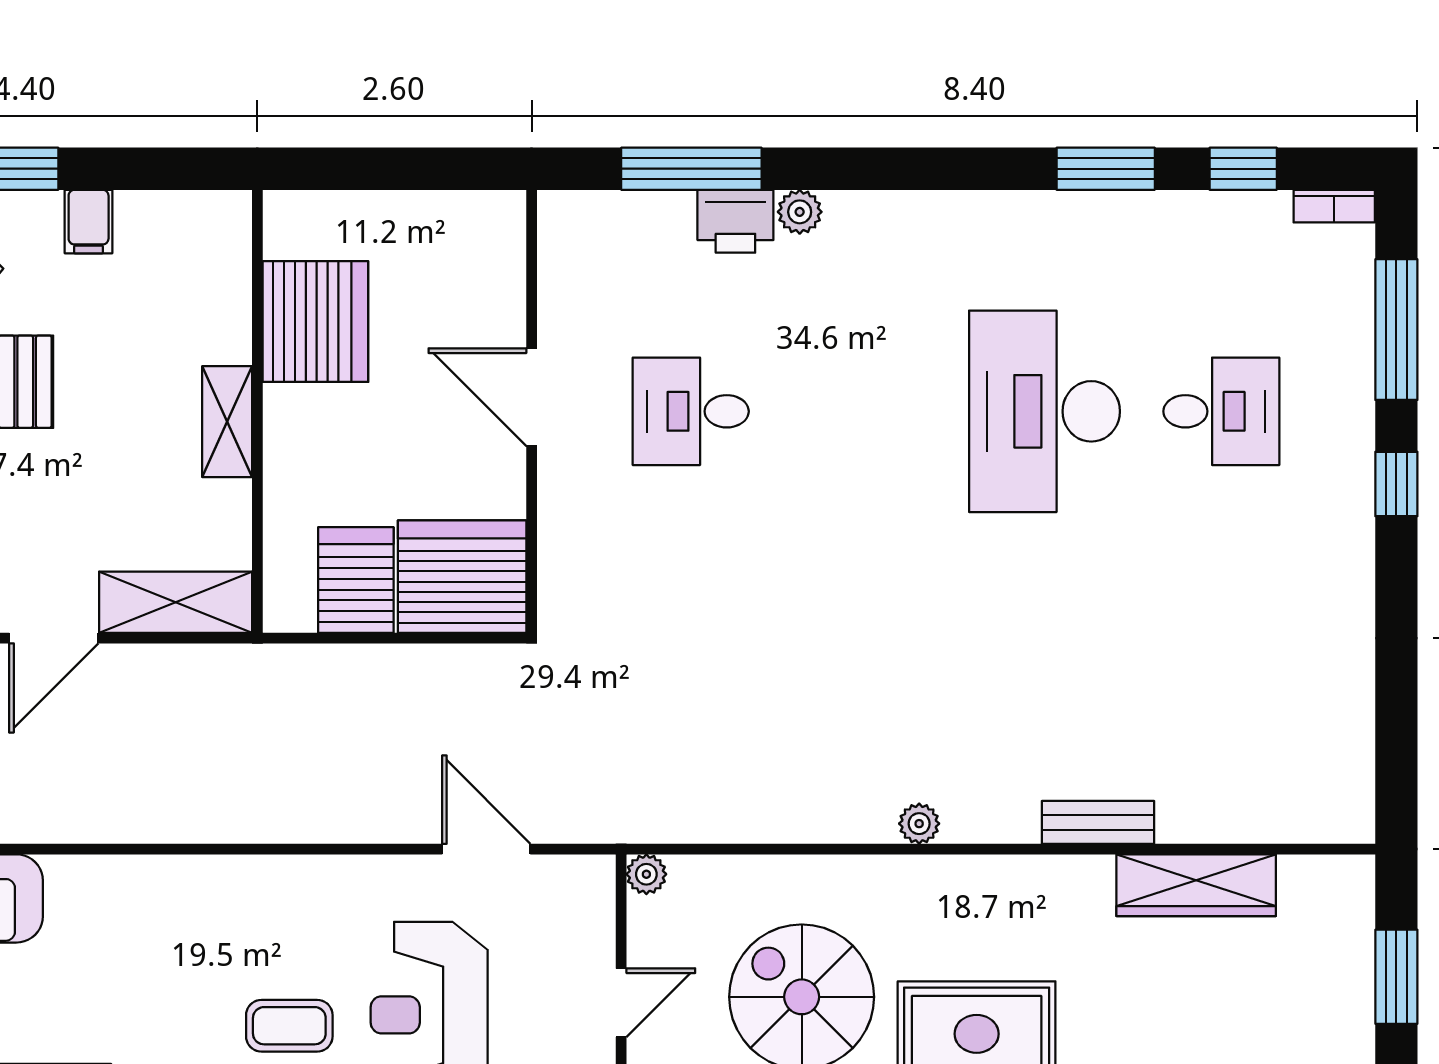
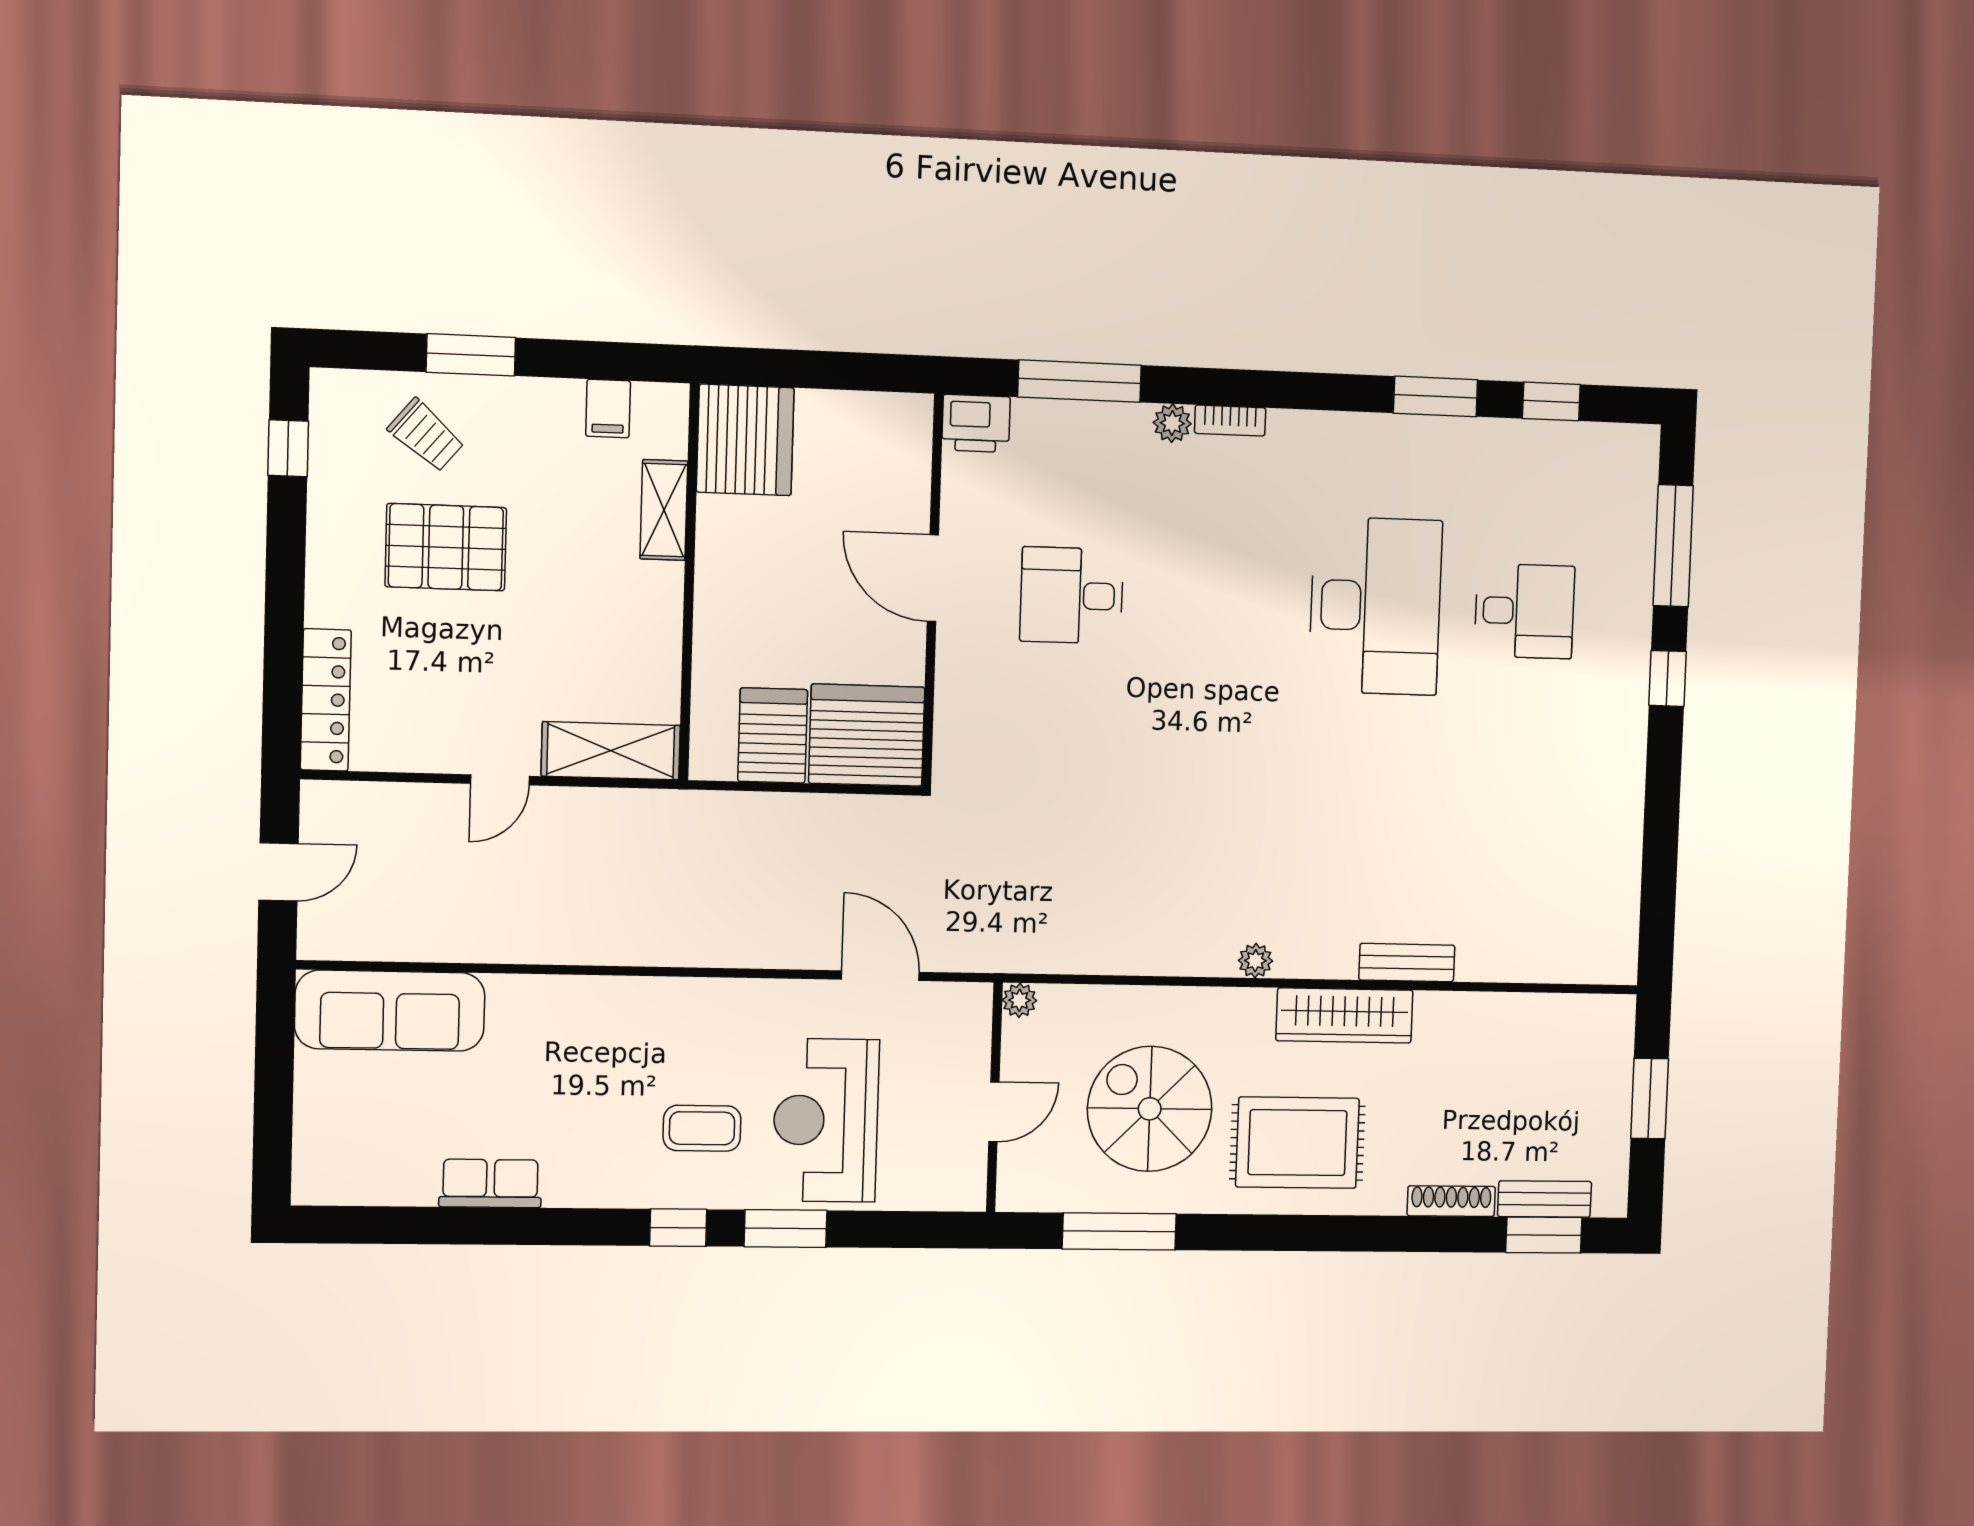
bookcase: (1334, 206) -> (1230, 421), moved
printer: (735, 221) -> (976, 423), moved
filing cabinet: (89, 222) -> (608, 409), moved
server rack: (315, 322) -> (745, 440), moved
desk: (1044, 411) -> (1375, 606), turned 180
shelving: (227, 422) -> (664, 510), moved
door: (54, 638) -> (500, 780), width x0.73
wardrobe: (1196, 885) -> (1344, 1015), moved

